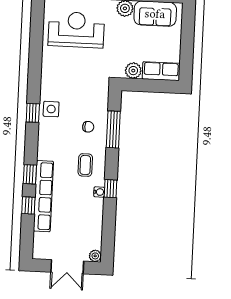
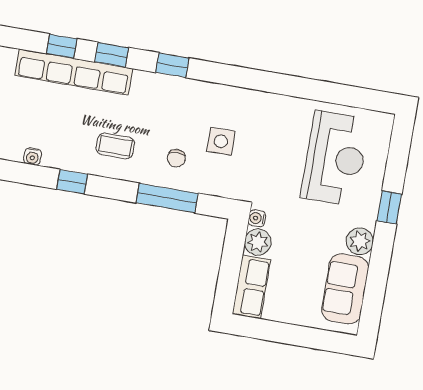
water cooler: (119, 73) -> (257, 218), added
side table: (51, 109) -> (221, 141), moved
window: (33, 113) -> (172, 65), moved
water cooler: (99, 192) -> (33, 156), moved

